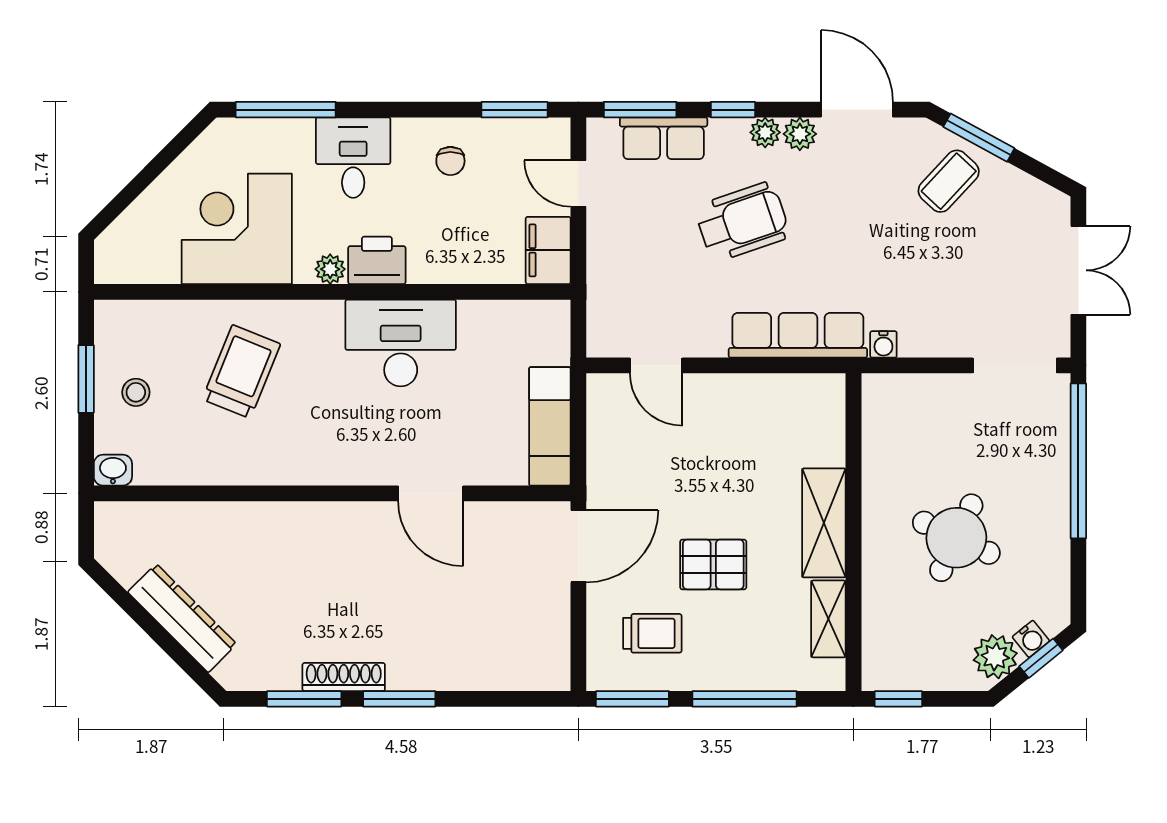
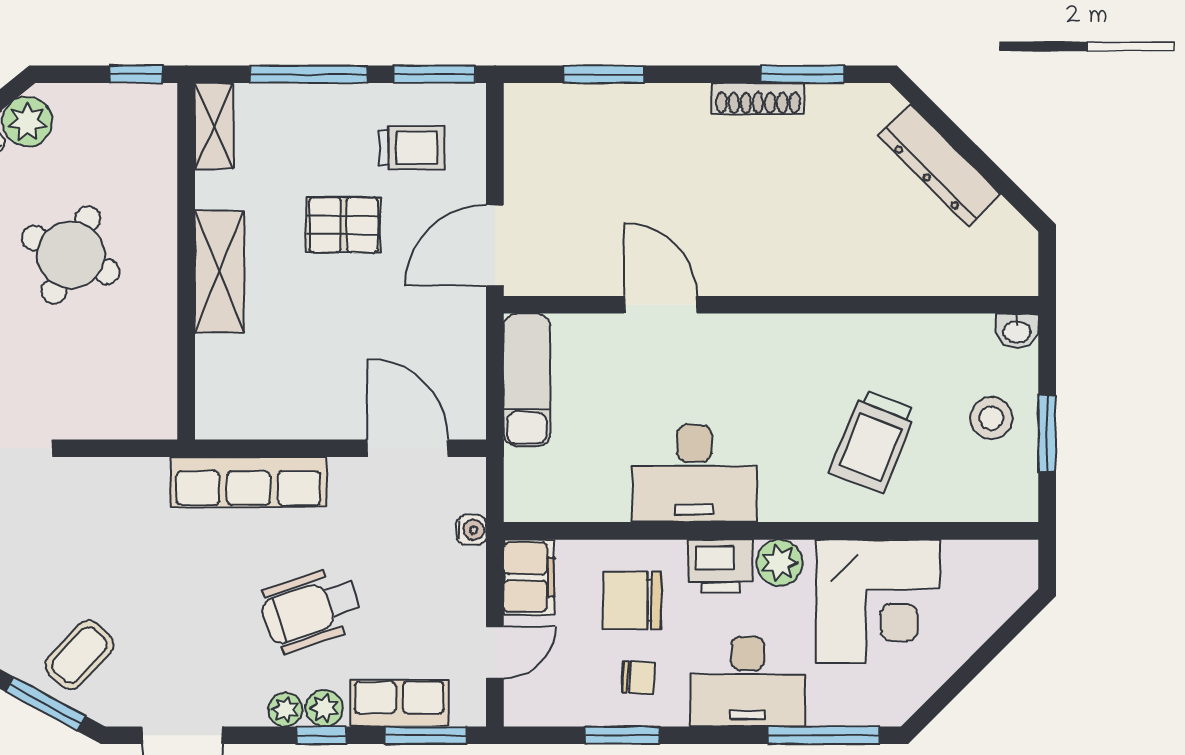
window: (514, 110) -> (623, 735), moved
plant: (800, 134) -> (324, 708), moved
desk: (353, 158) -> (747, 681), width x1.37
chair: (450, 161) -> (638, 678), turned 93
door: (578, 184) -> (495, 652), hinge flipped
chair: (456, 230) -> (632, 600), added
plant: (330, 269) -> (780, 563), width x1.38, depth x1.38
water cooler: (883, 344) -> (471, 530), moved, turned 90
door: (656, 365) -> (408, 448), width x1.38
stool: (136, 392) -> (991, 418), width x1.37, depth x1.37
shelving: (828, 619) -> (214, 126), moved
trolley: (652, 633) -> (412, 148), turned 180
window: (399, 699) -> (604, 74), moved

